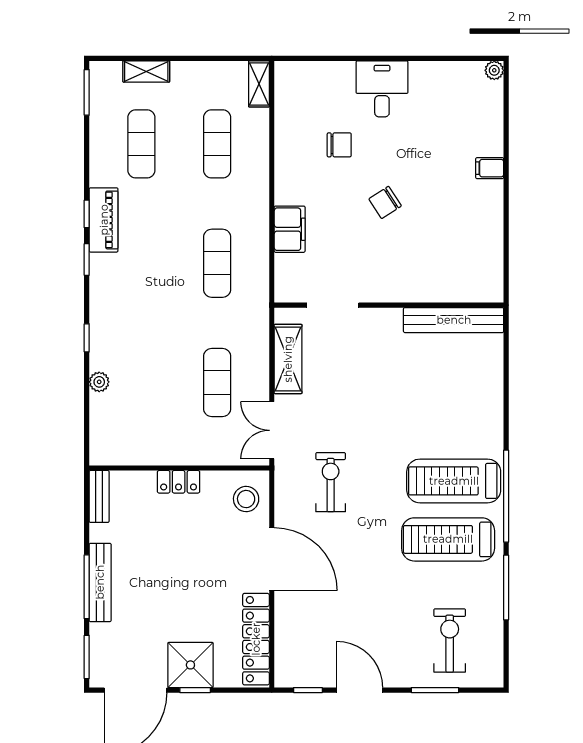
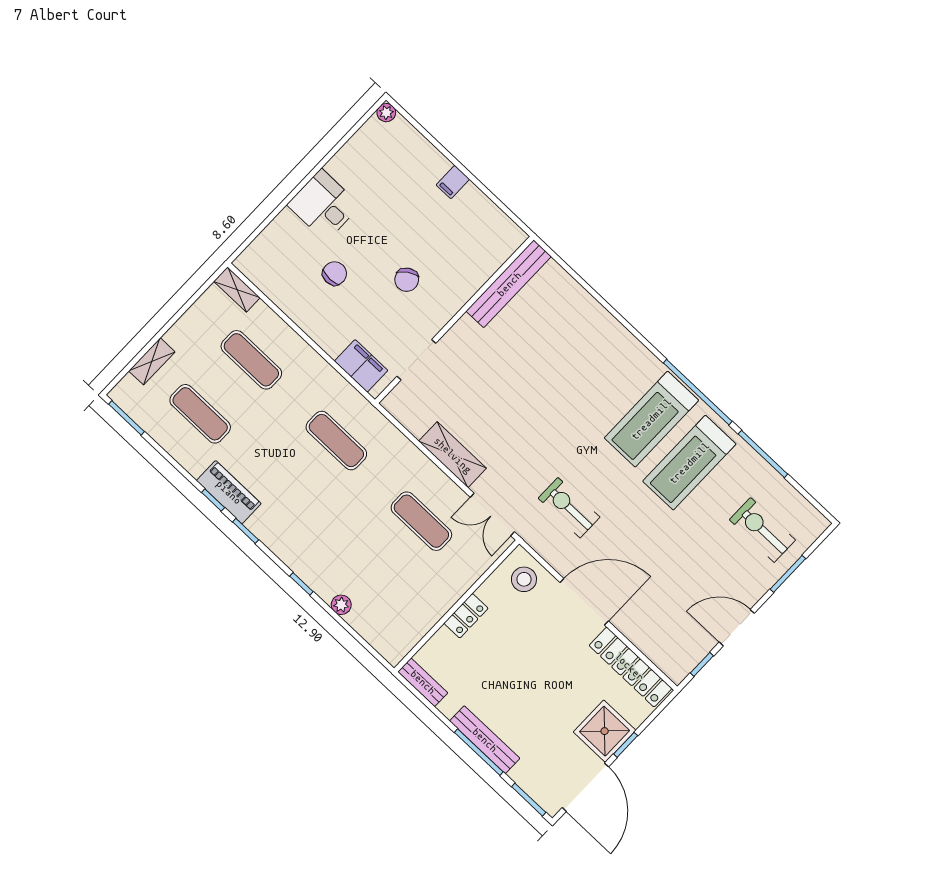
doorway: (333, 305) -> (416, 360), moved
wall: (389, 305) -> (454, 320), moved
bench: (454, 320) -> (509, 284), moved

